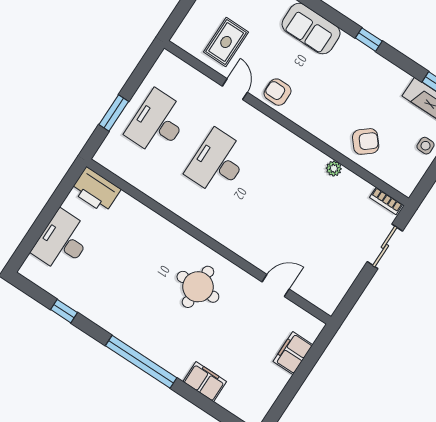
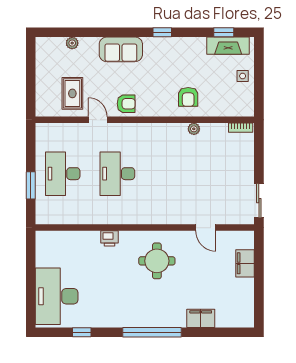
armchair: (278, 92) -> (126, 104), turned 180
armchair: (366, 141) -> (188, 97), moved, turned 130
printer: (96, 190) -> (110, 238), moved, width x0.53, depth x0.68
desk: (63, 241) -> (57, 296), width x1.36, depth x1.30
sliding door: (385, 246) -> (259, 201), moved
door: (276, 286) -> (206, 228), swing flipped

